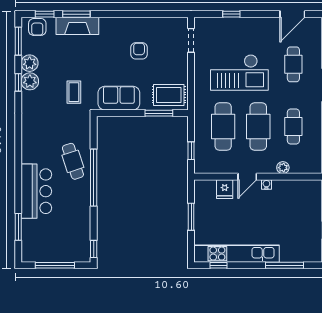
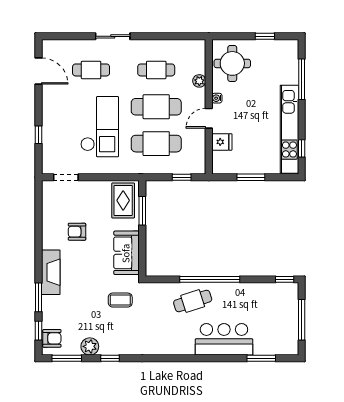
fireplace: (77, 26) -> (51, 272), moved
plant: (30, 81) -> (109, 346), removed
door: (247, 177) -> (209, 118), swing flipped
round table: (300, 199) -> (232, 63), added

